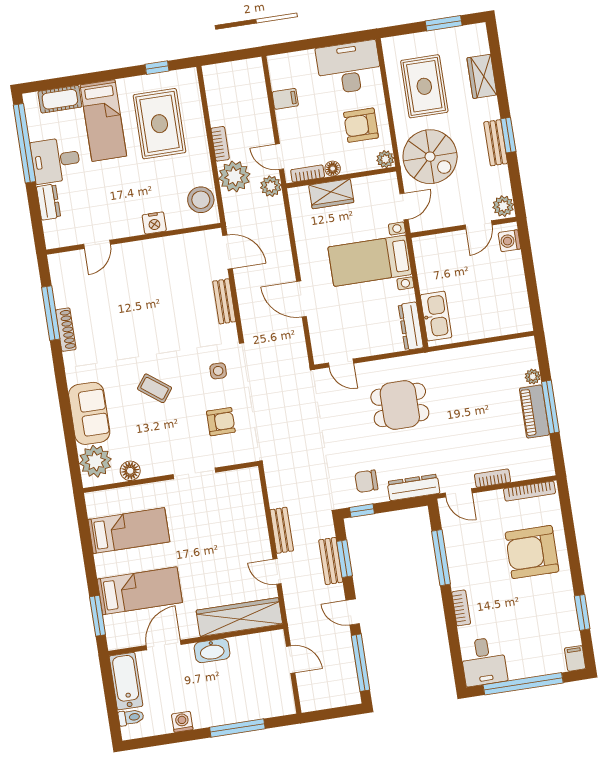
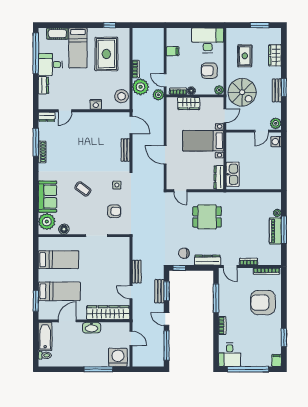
rug: (424, 86) -> (245, 56), width x0.73, depth x0.70
dresser: (64, 261) -> (47, 117), added
washing machine: (182, 722) -> (118, 357), moved, width x1.89, depth x1.89

